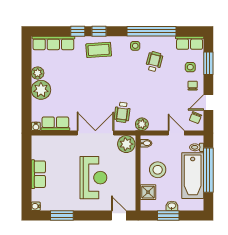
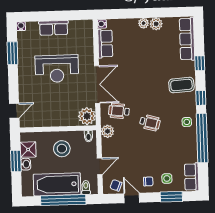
window: (99, 31) -> (201, 98), moved
coffee table: (99, 50) -> (181, 85), turned 90
wheelchair: (154, 62) -> (150, 123), moved
plant: (41, 90) -> (144, 23), width x0.53, depth x0.53
reception desk: (93, 178) -> (57, 69), moved
shower: (148, 192) -> (28, 150), moved

